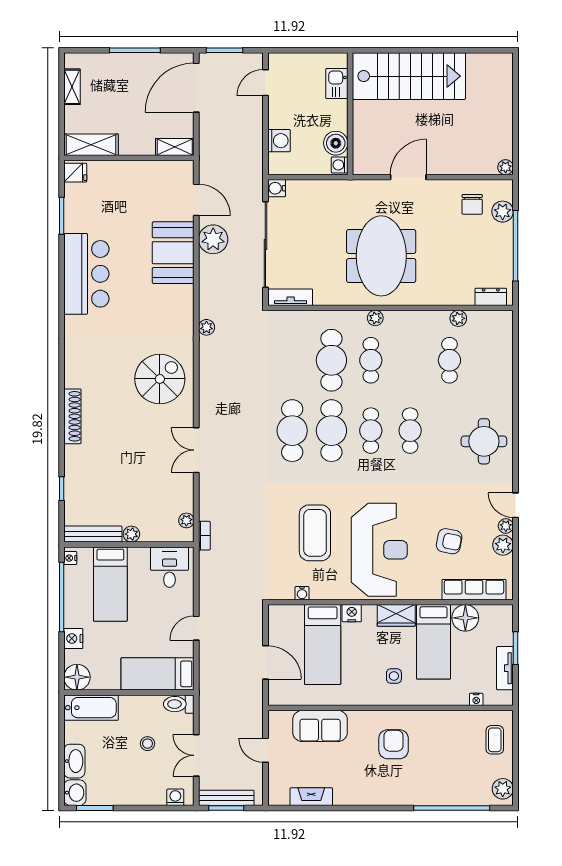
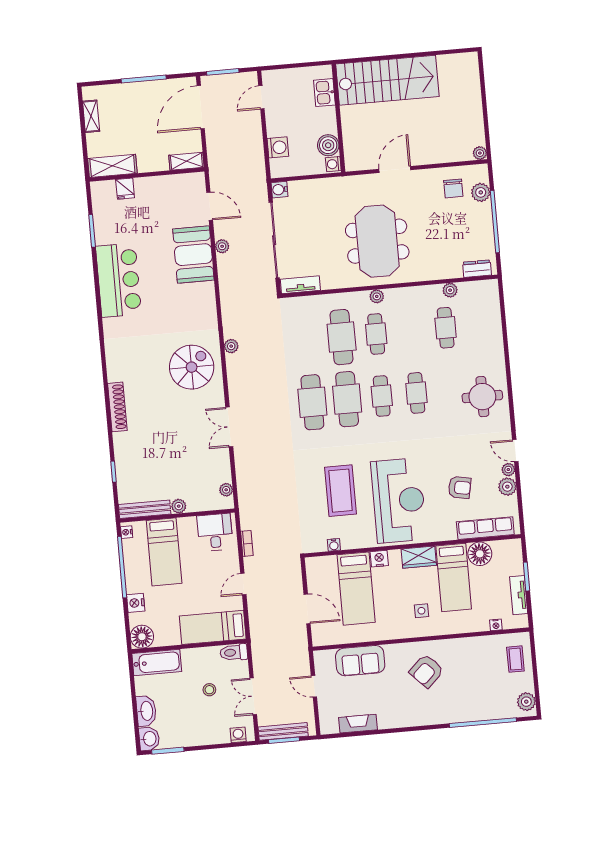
fridge: (75, 173) -> (125, 189), moved, turned 90
plant: (213, 239) -> (222, 246), width x0.53, depth x0.53
plant: (206, 327) -> (231, 346), moved
bookcase: (204, 536) -> (247, 543), moved
armchair: (394, 744) -> (426, 671), turned -134

